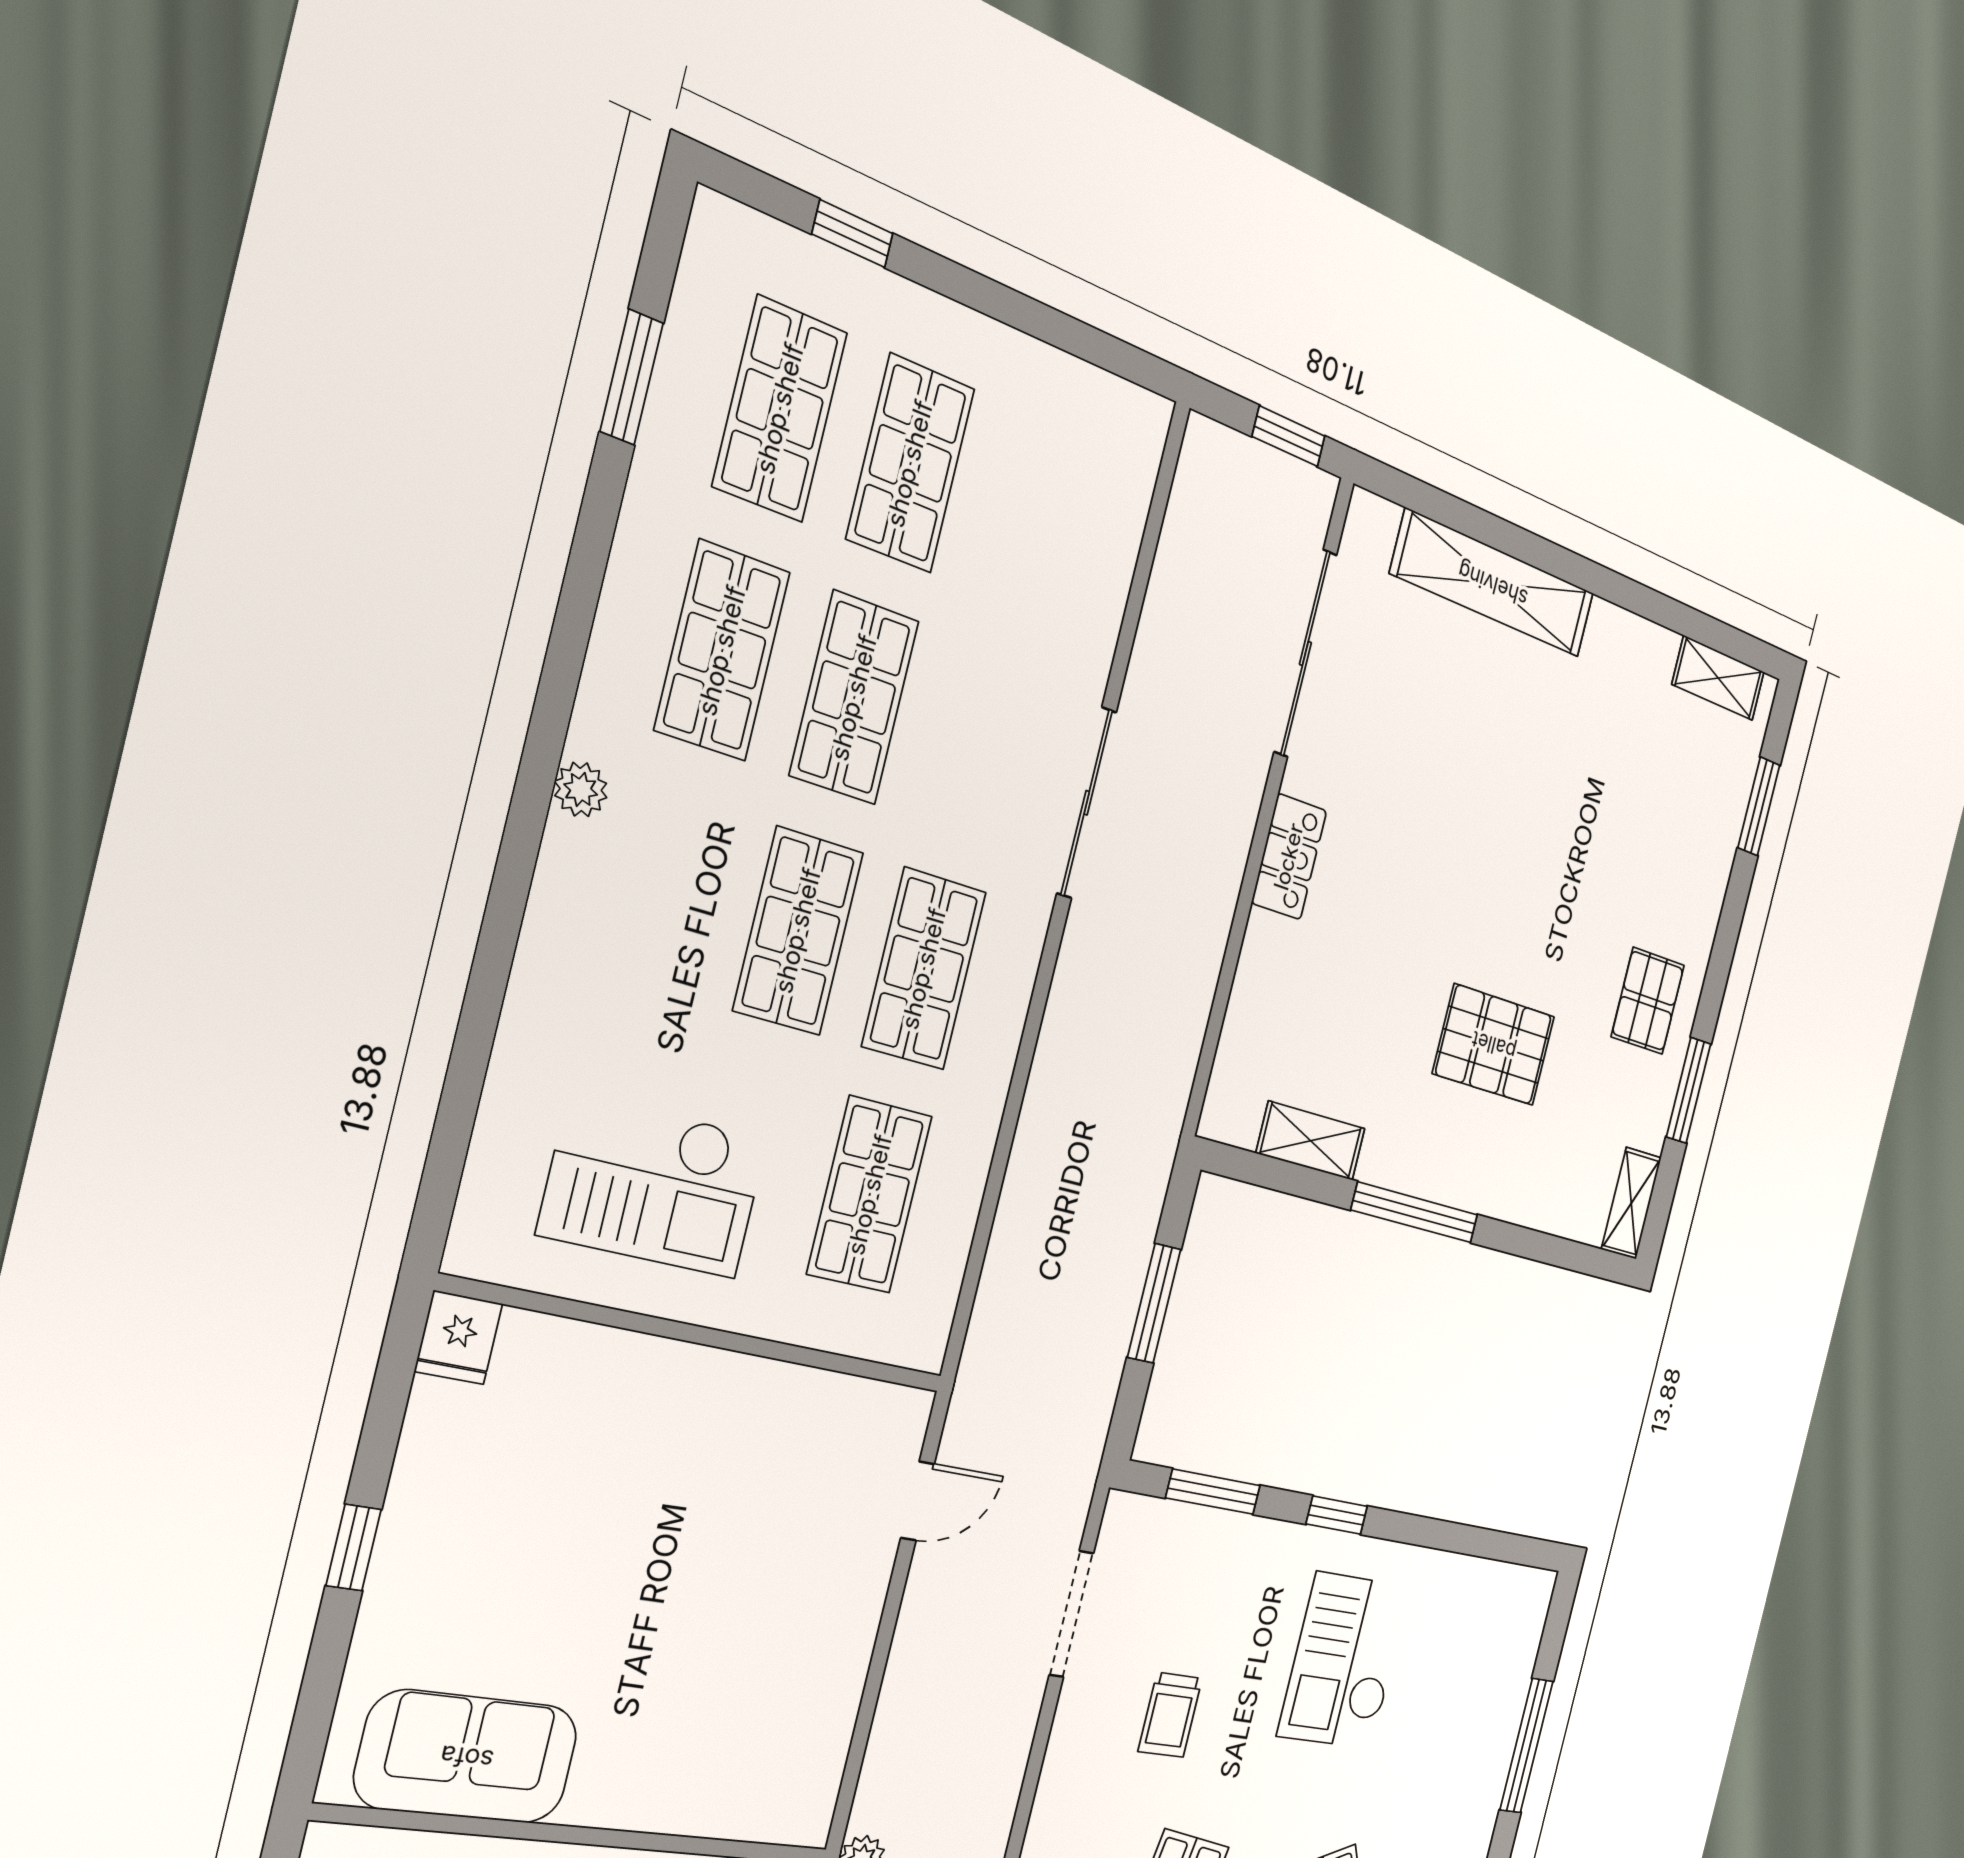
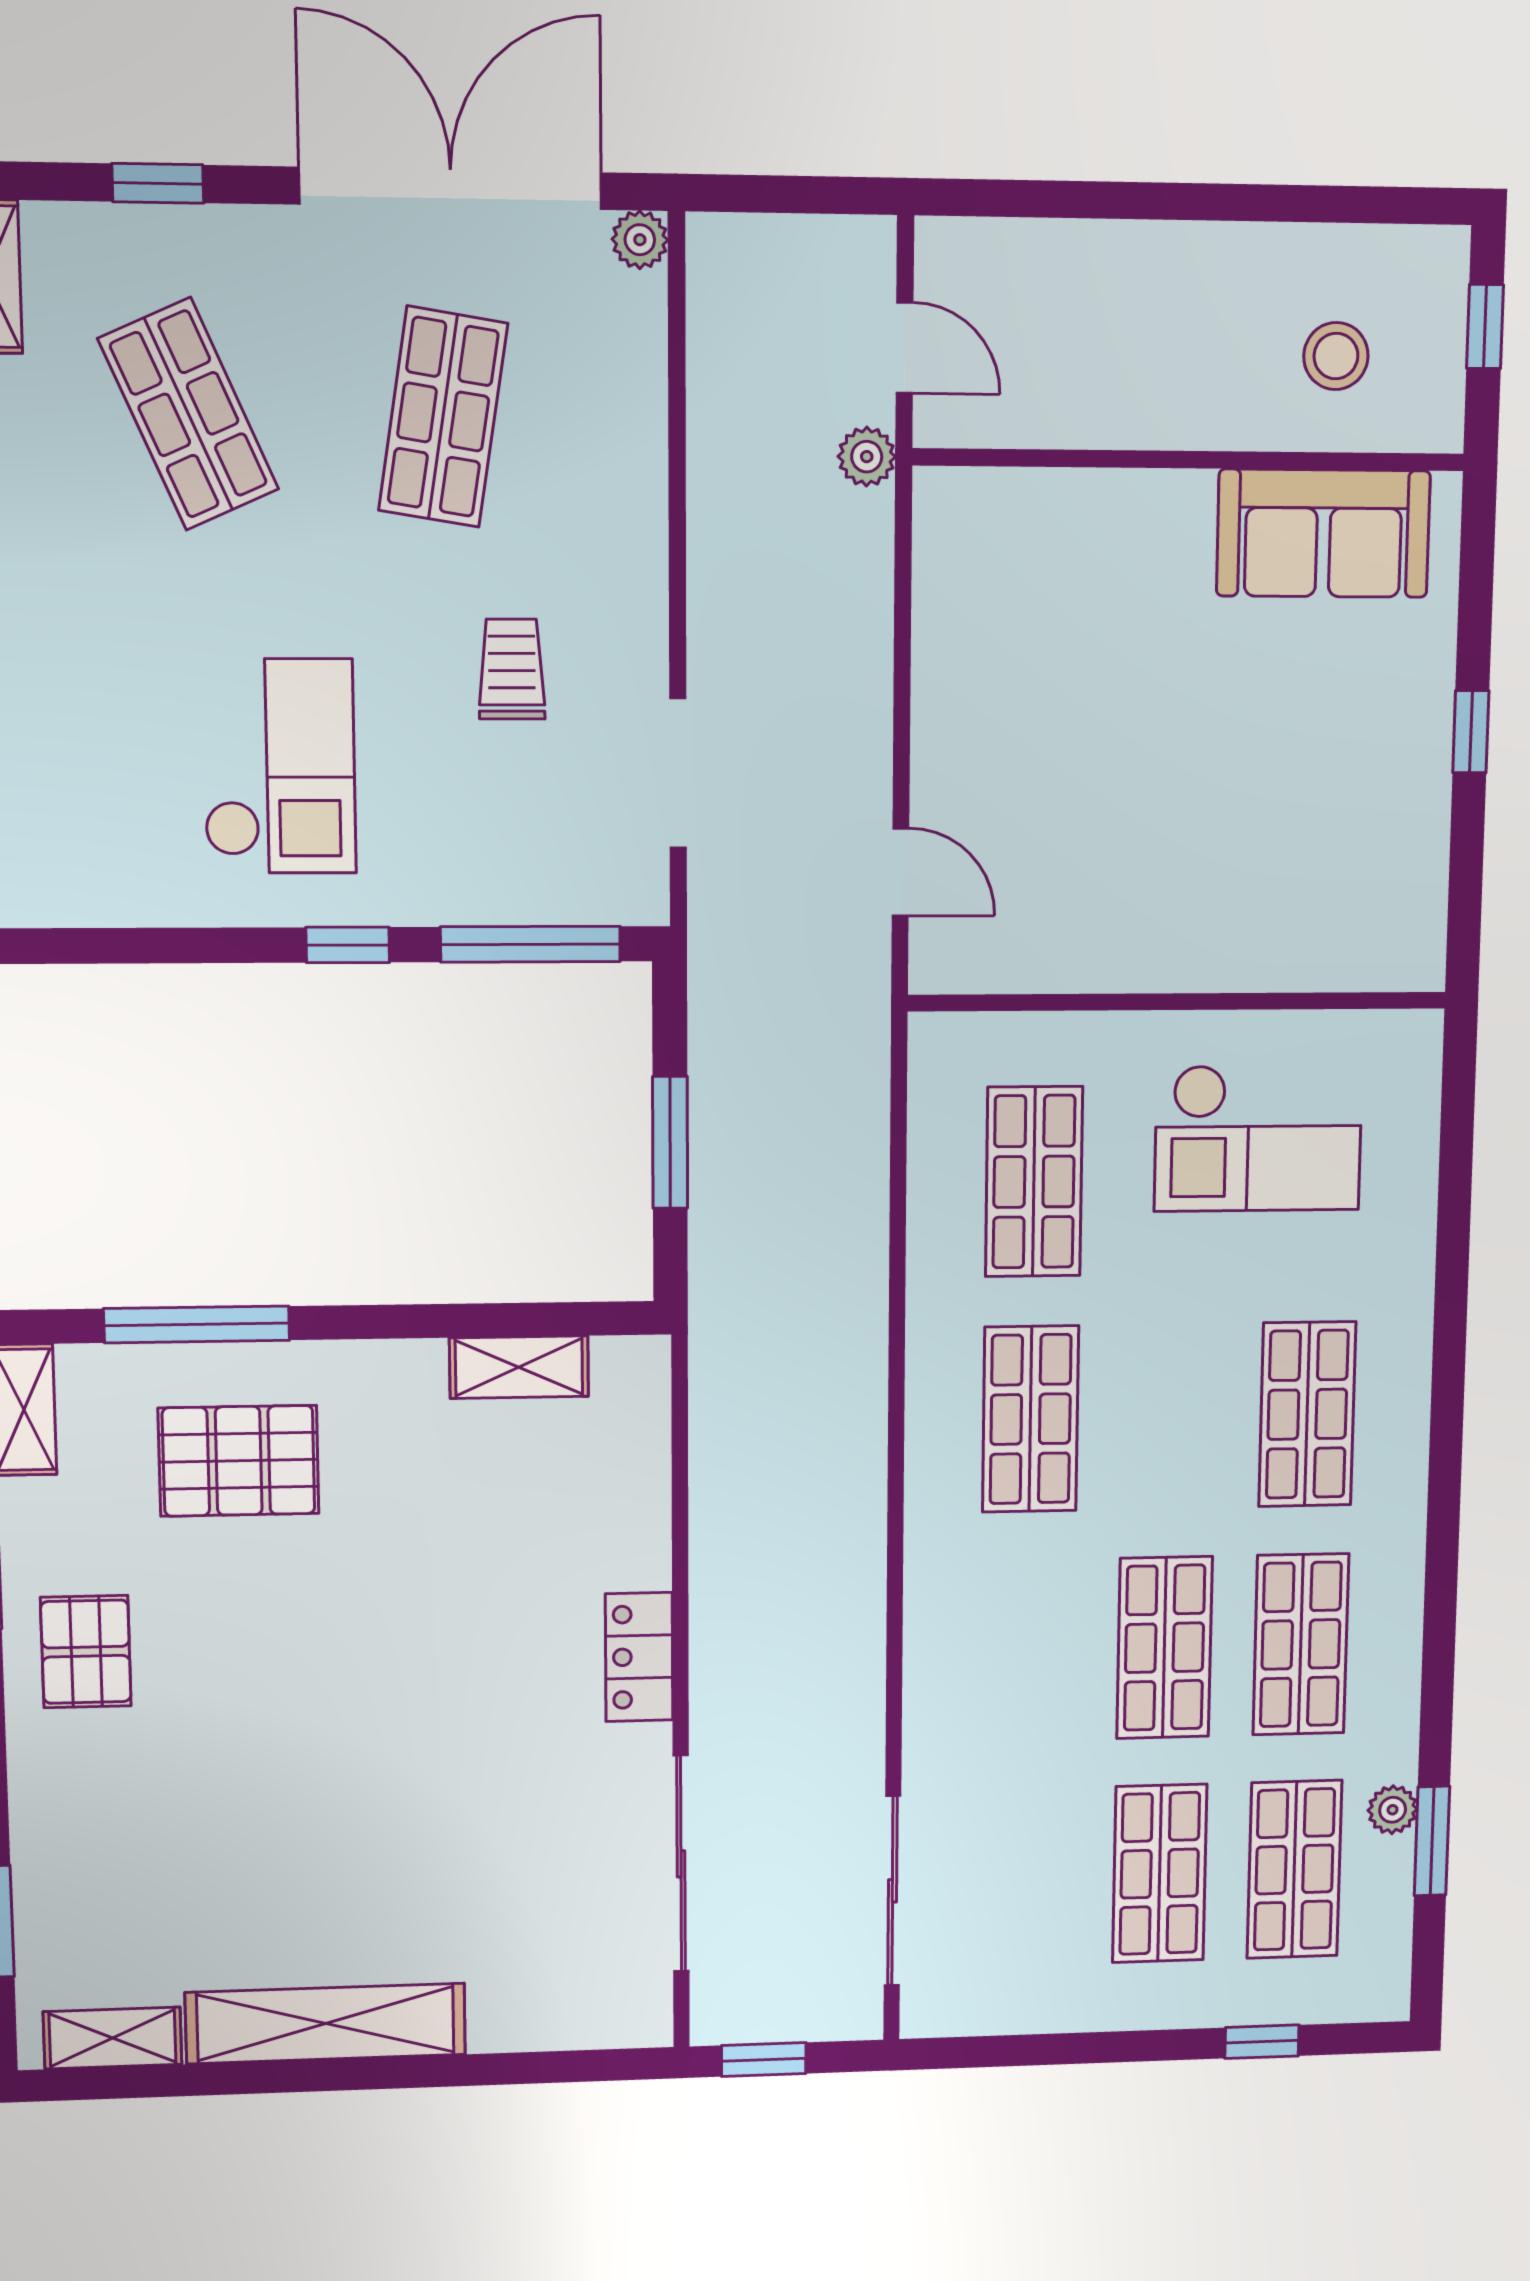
shelving: (1493, 584) -> (326, 2024), moved
plant: (581, 789) -> (1393, 1810), moved
sliding door: (1087, 803) -> (892, 1891), moved
shop shelf: (798, 931) -> (1307, 1414), moved
pallet: (1494, 1045) -> (239, 1461), moved
checkout: (654, 1186) -> (1258, 1138), turned 180
window: (1415, 1212) -> (197, 1324), moved
fridge: (459, 1337) -> (1413, 952), removed
window: (1213, 1492) -> (531, 944), width x1.44
door: (918, 1501) -> (900, 872), swing flipped

